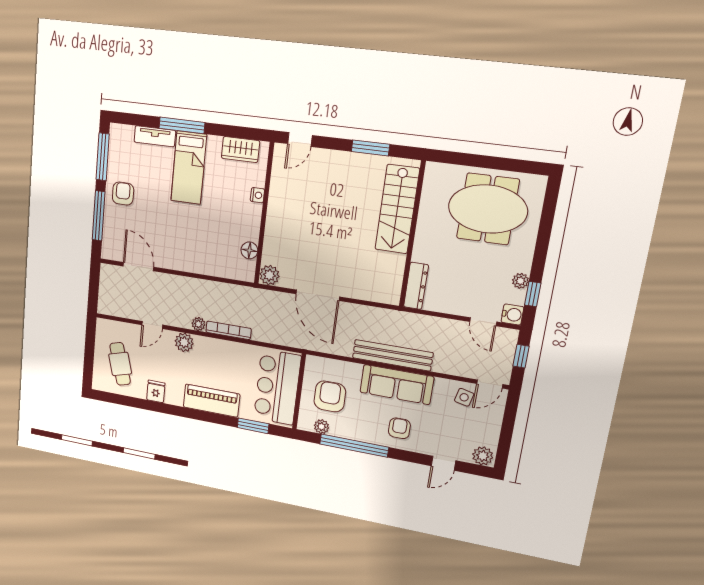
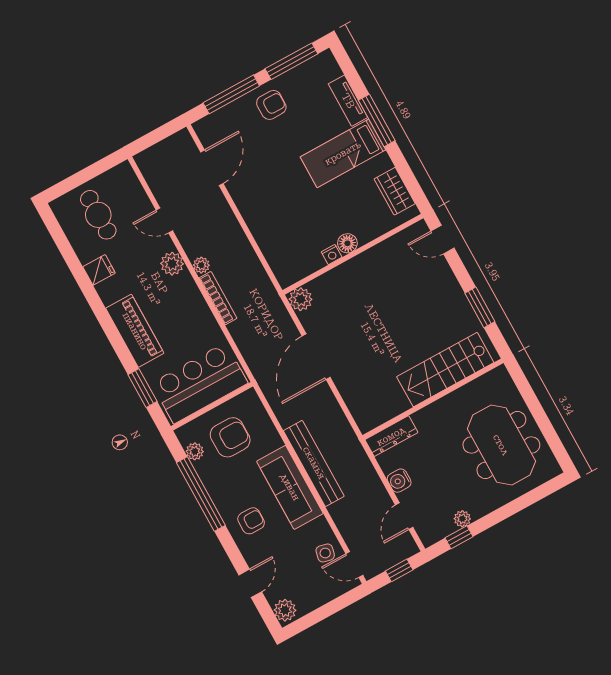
nightstand: (257, 195) -> (332, 255), moved
floor lamp: (249, 250) -> (347, 243), moved
water cooler: (512, 315) -> (399, 481), moved, turned 90
cafe table: (120, 364) -> (98, 215), turned -74
door: (443, 463) -> (250, 583), swing flipped

